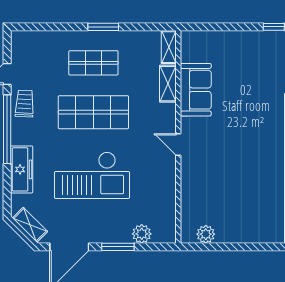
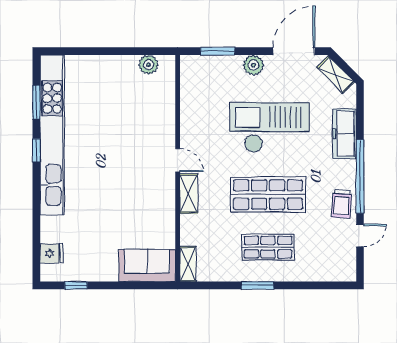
shelving: (168, 84) -> (189, 194), moved
sofa: (196, 90) -> (147, 265), moved, turned 90
plant: (142, 234) -> (253, 65), moved
window: (118, 247) -> (218, 51), moved

